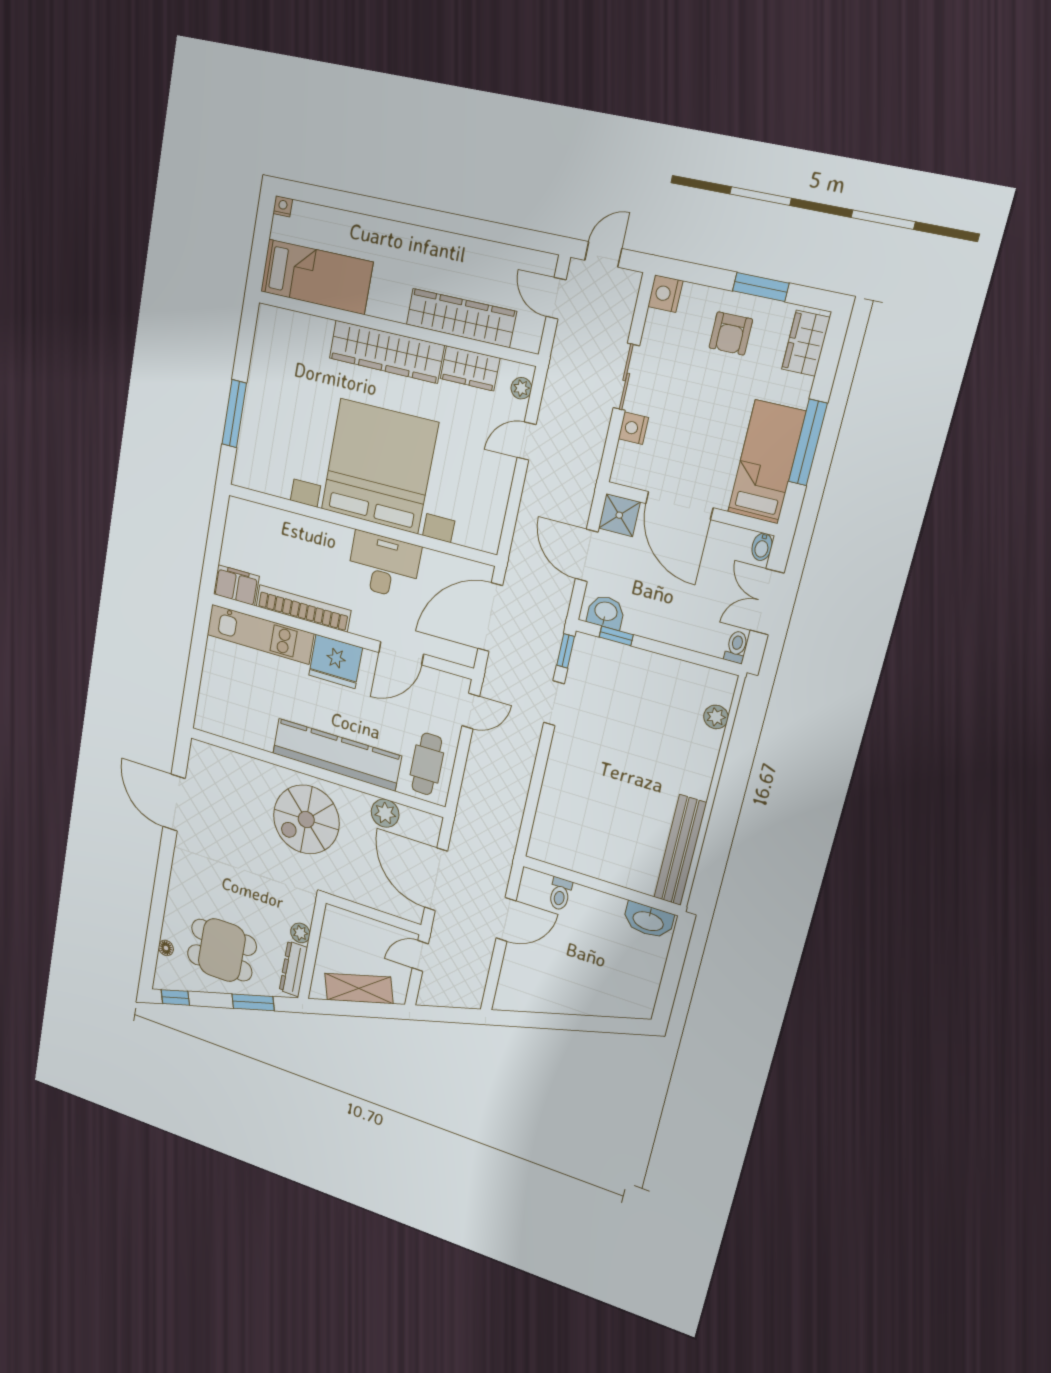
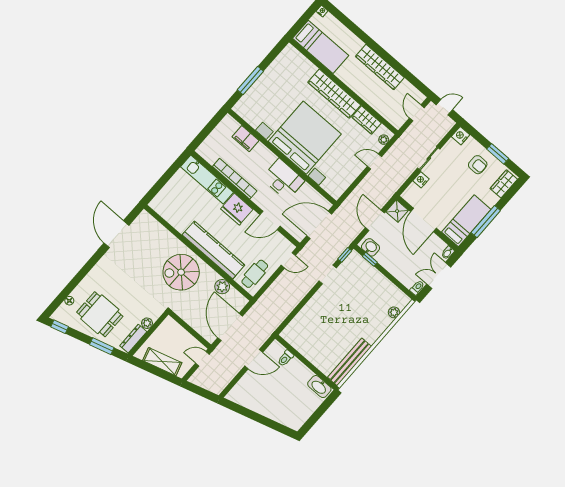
wardrobe: (461, 318) -> (380, 67), moved, turned 180
armchair: (731, 333) -> (478, 165), turned -90
filing cabinet: (236, 585) -> (246, 139), moved, turned 180

